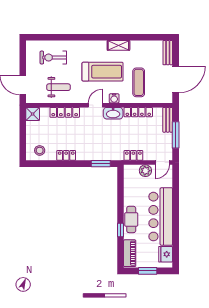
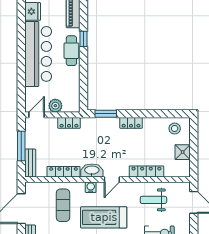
shower: (33, 114) -> (183, 152), moved
locker: (66, 155) -> (131, 123), moved

